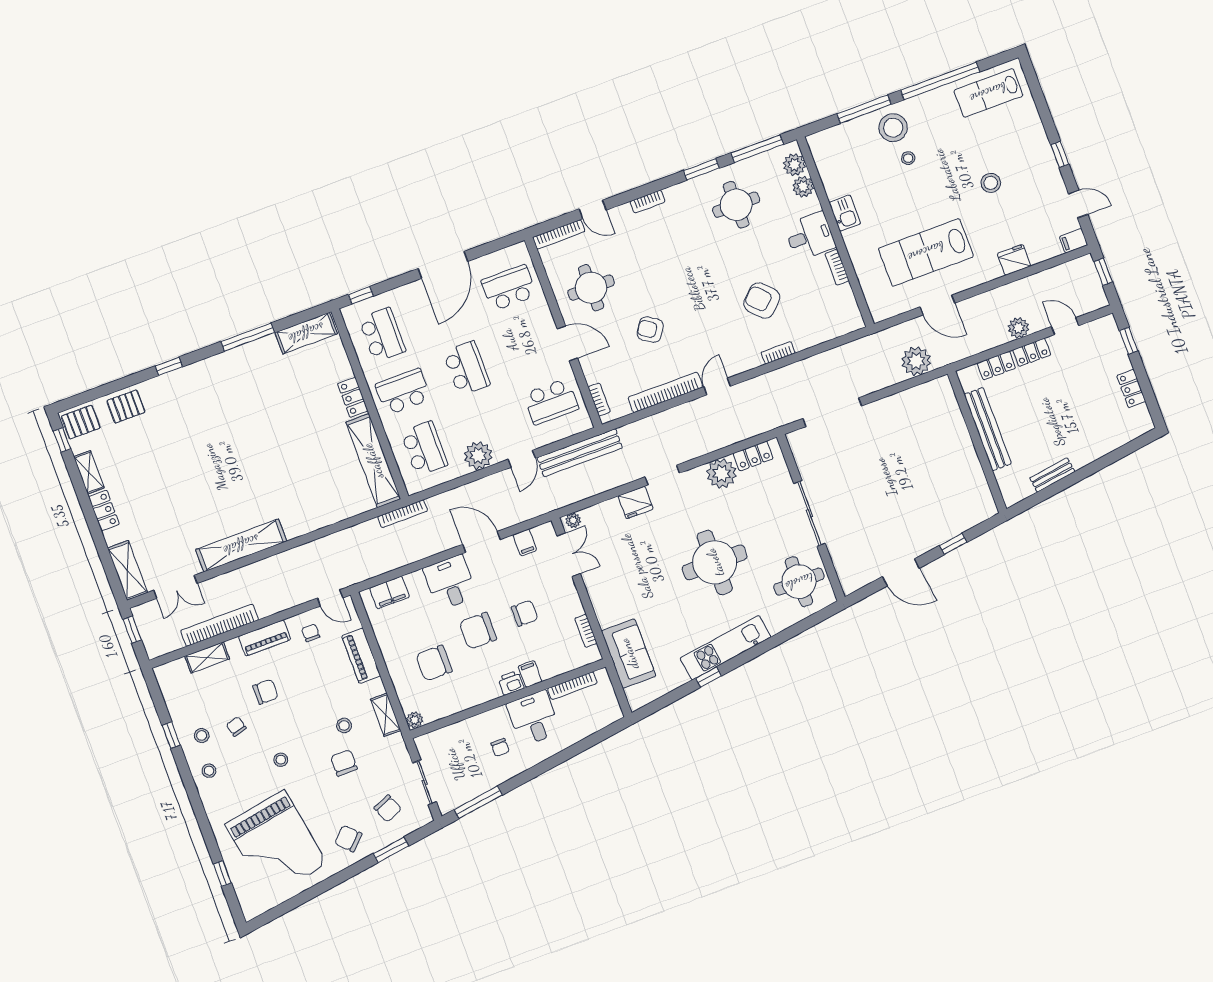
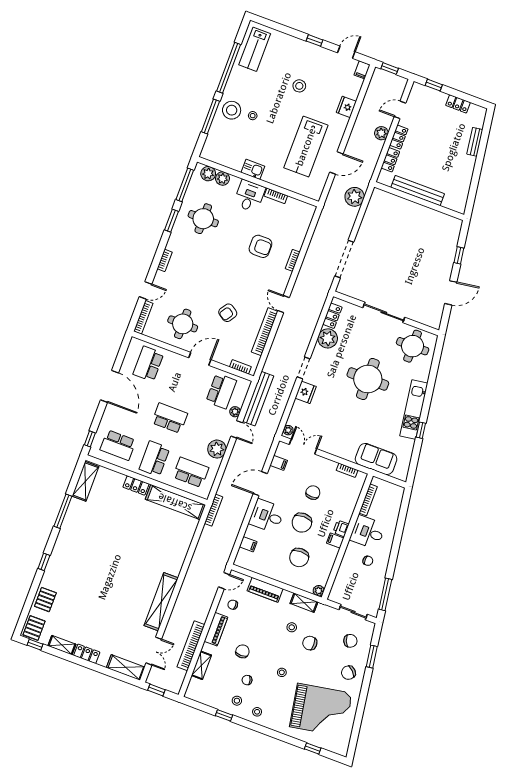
armchair: (762, 301) -> (260, 246), turned -136
school desk: (382, 335) -> (118, 445), turned 180
plant: (541, 439) -> (235, 412), added
bench: (1052, 475) -> (475, 142), moved
filing cabinet: (390, 592) -> (248, 544), width x0.50
filing cabinet: (530, 674) -> (335, 541), moved

